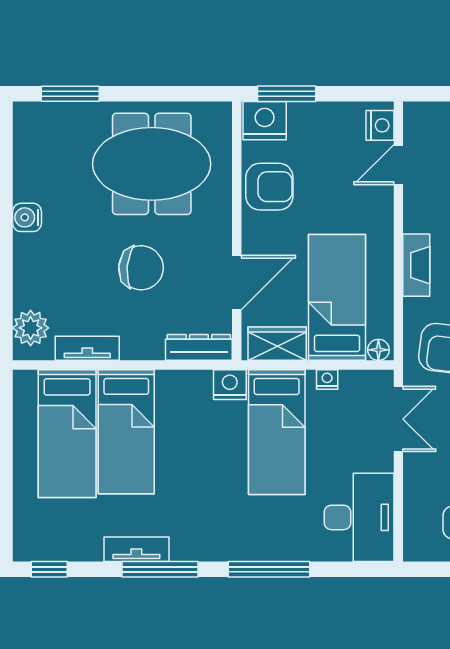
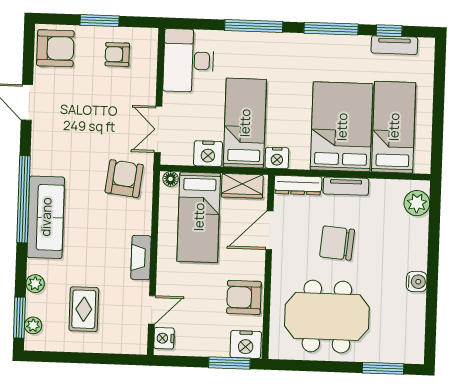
fireplace: (416, 265) -> (141, 258), moved
tv unit: (87, 348) -> (346, 186), moved
nightstand: (327, 380) -> (208, 154), width x1.89, depth x1.79
bed: (126, 432) -> (342, 127), width x1.50
tv unit: (136, 549) -> (394, 45), moved
window: (49, 569) -> (389, 31), moved

